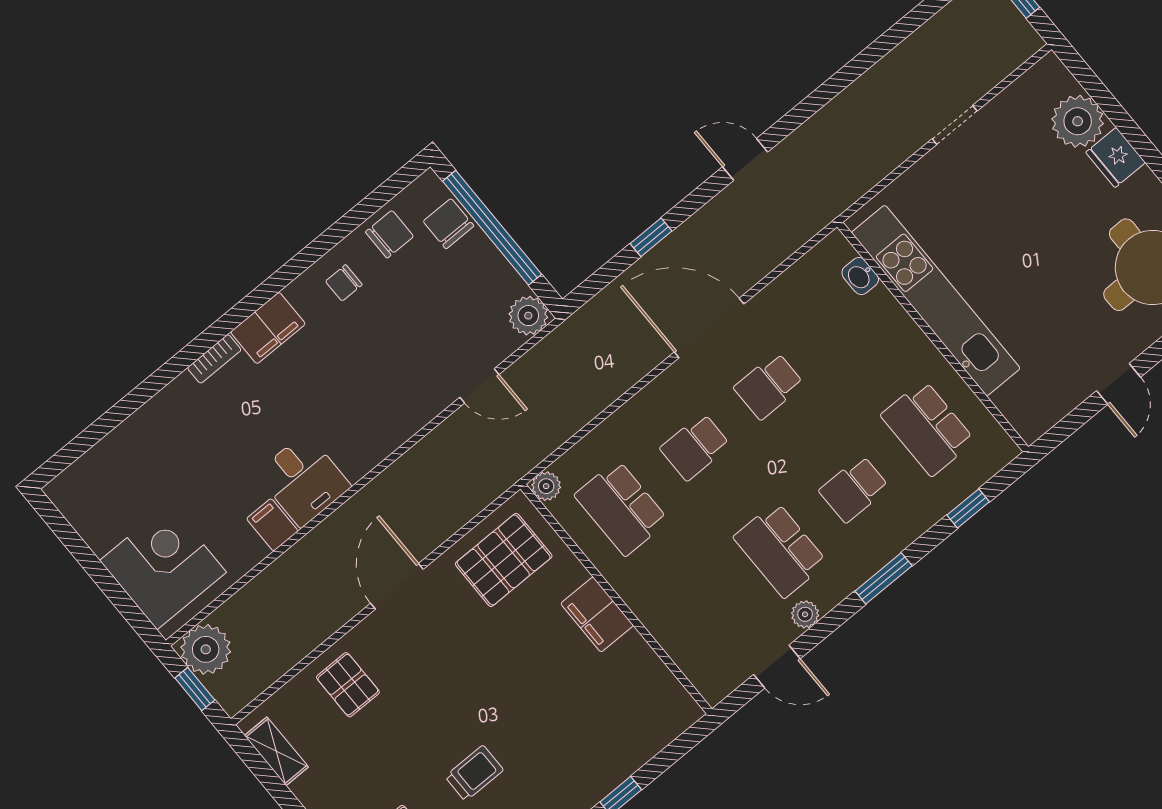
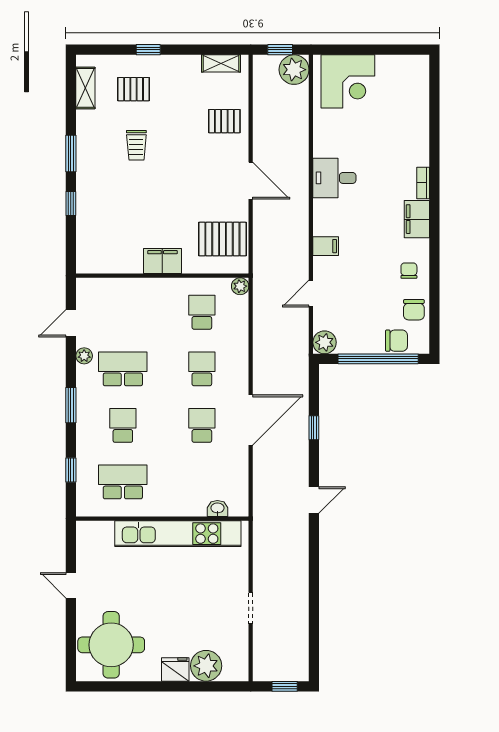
school desk: (621, 508) -> (202, 312), width x0.54
filing cabinet: (272, 525) -> (326, 246), moved
pallet: (504, 560) -> (222, 239), turned 90

